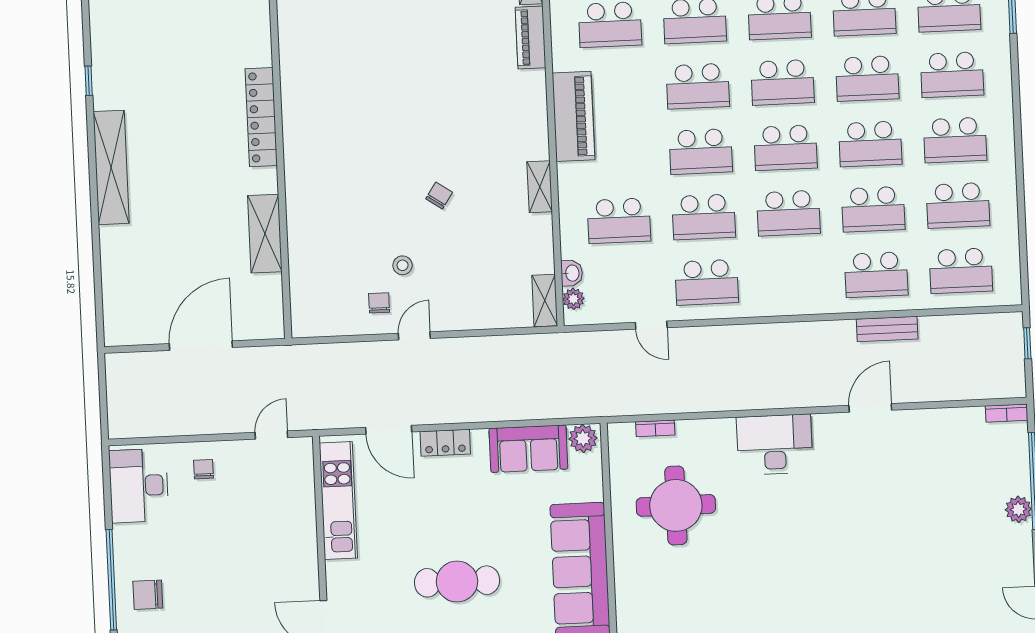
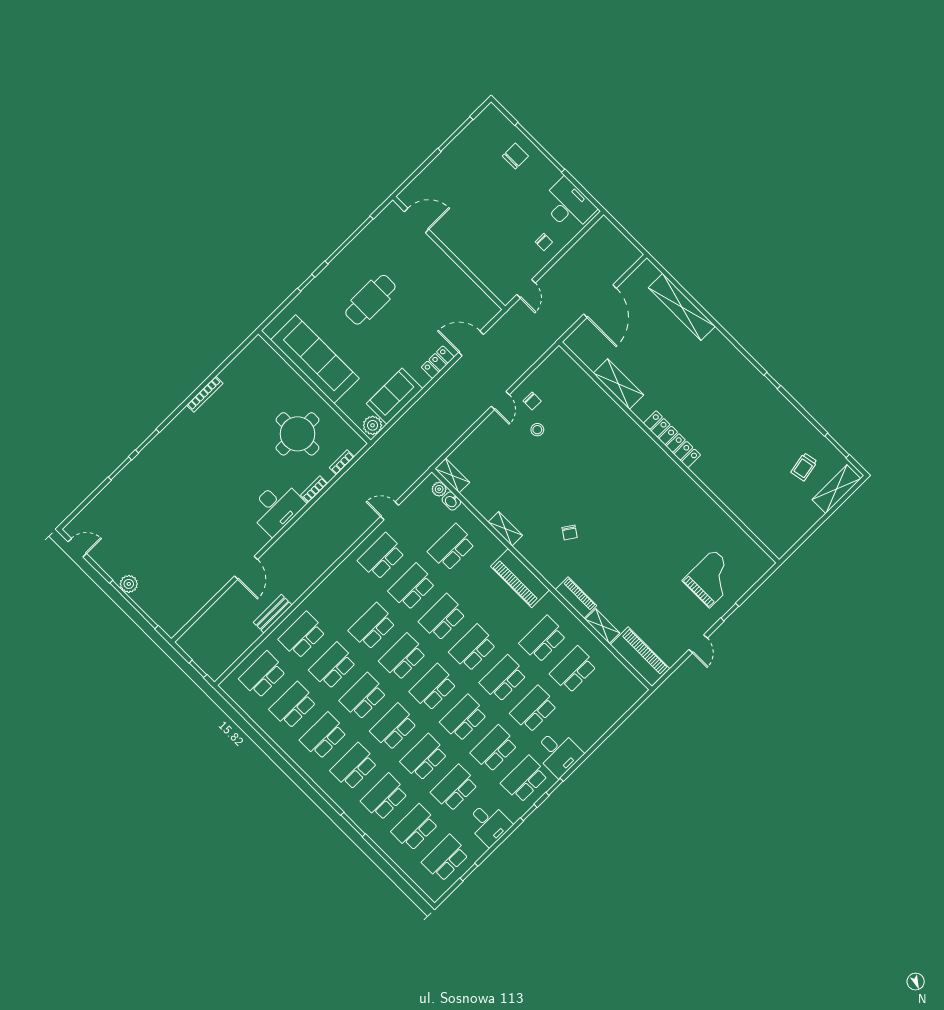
shelving: (111, 167) -> (682, 307), moved
chair: (439, 195) -> (570, 533), moved
bookcase: (1007, 413) -> (314, 489), moved
kitchen unit: (338, 500) -> (464, 287), removed

